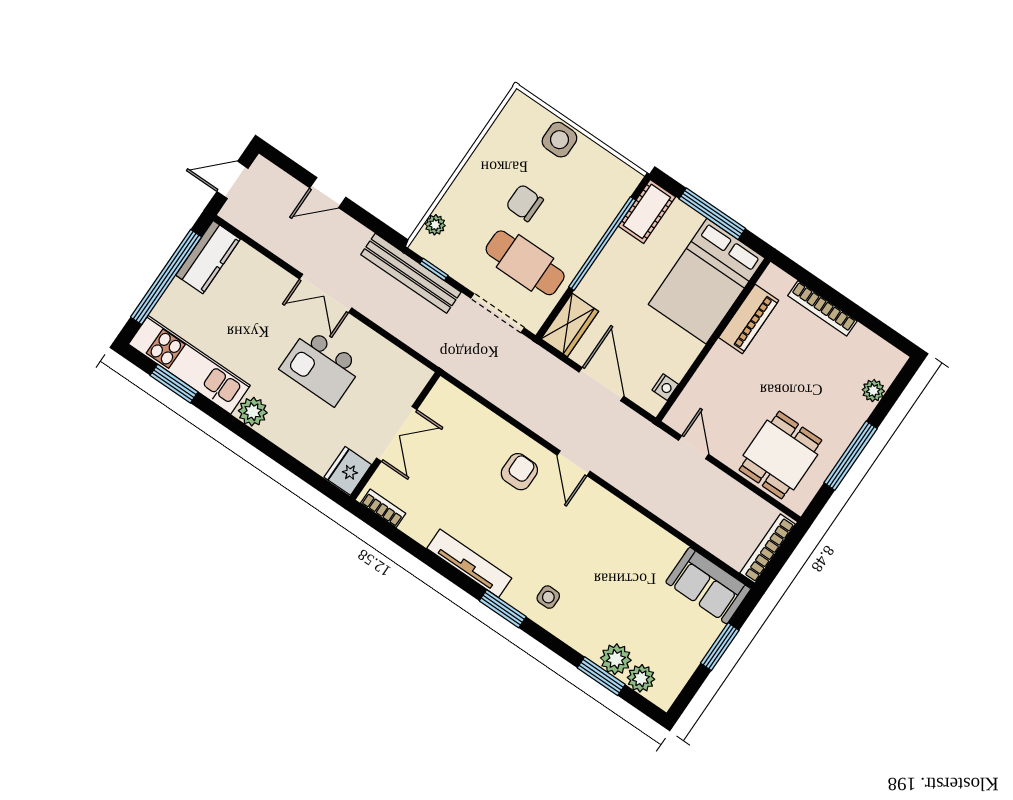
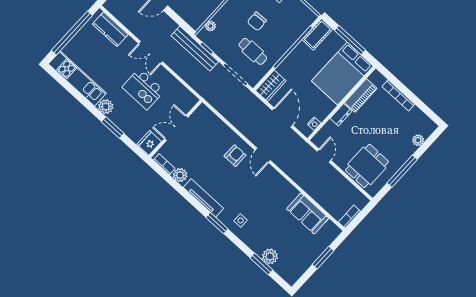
chair: (525, 203) -> (257, 21), turned -94
kitchen counter: (208, 257) -> (110, 29), moved, turned 90
cafe table: (525, 263) -> (253, 51), width x0.73, depth x0.74
dresser: (715, 362) -> (341, 115), added
window: (174, 384) -> (113, 127), moved
double door: (397, 434) -> (176, 128), swing flipped
bookcase: (768, 549) -> (349, 217), width x0.64
sofa: (708, 586) -> (308, 213), moved
plant: (641, 678) -> (180, 175), moved

